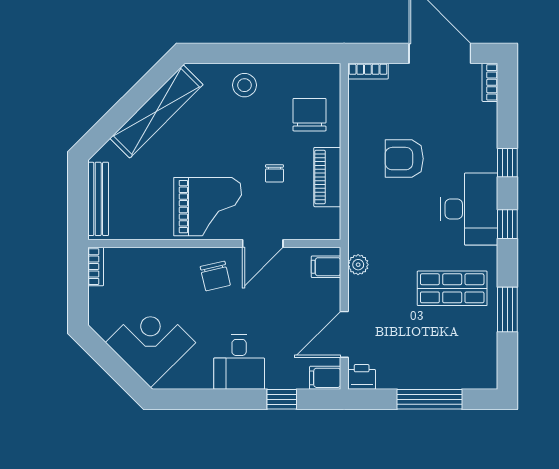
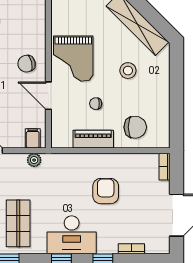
bookcase: (490, 82) -> (131, 249), moved
stool: (244, 85) -> (128, 71), moved

